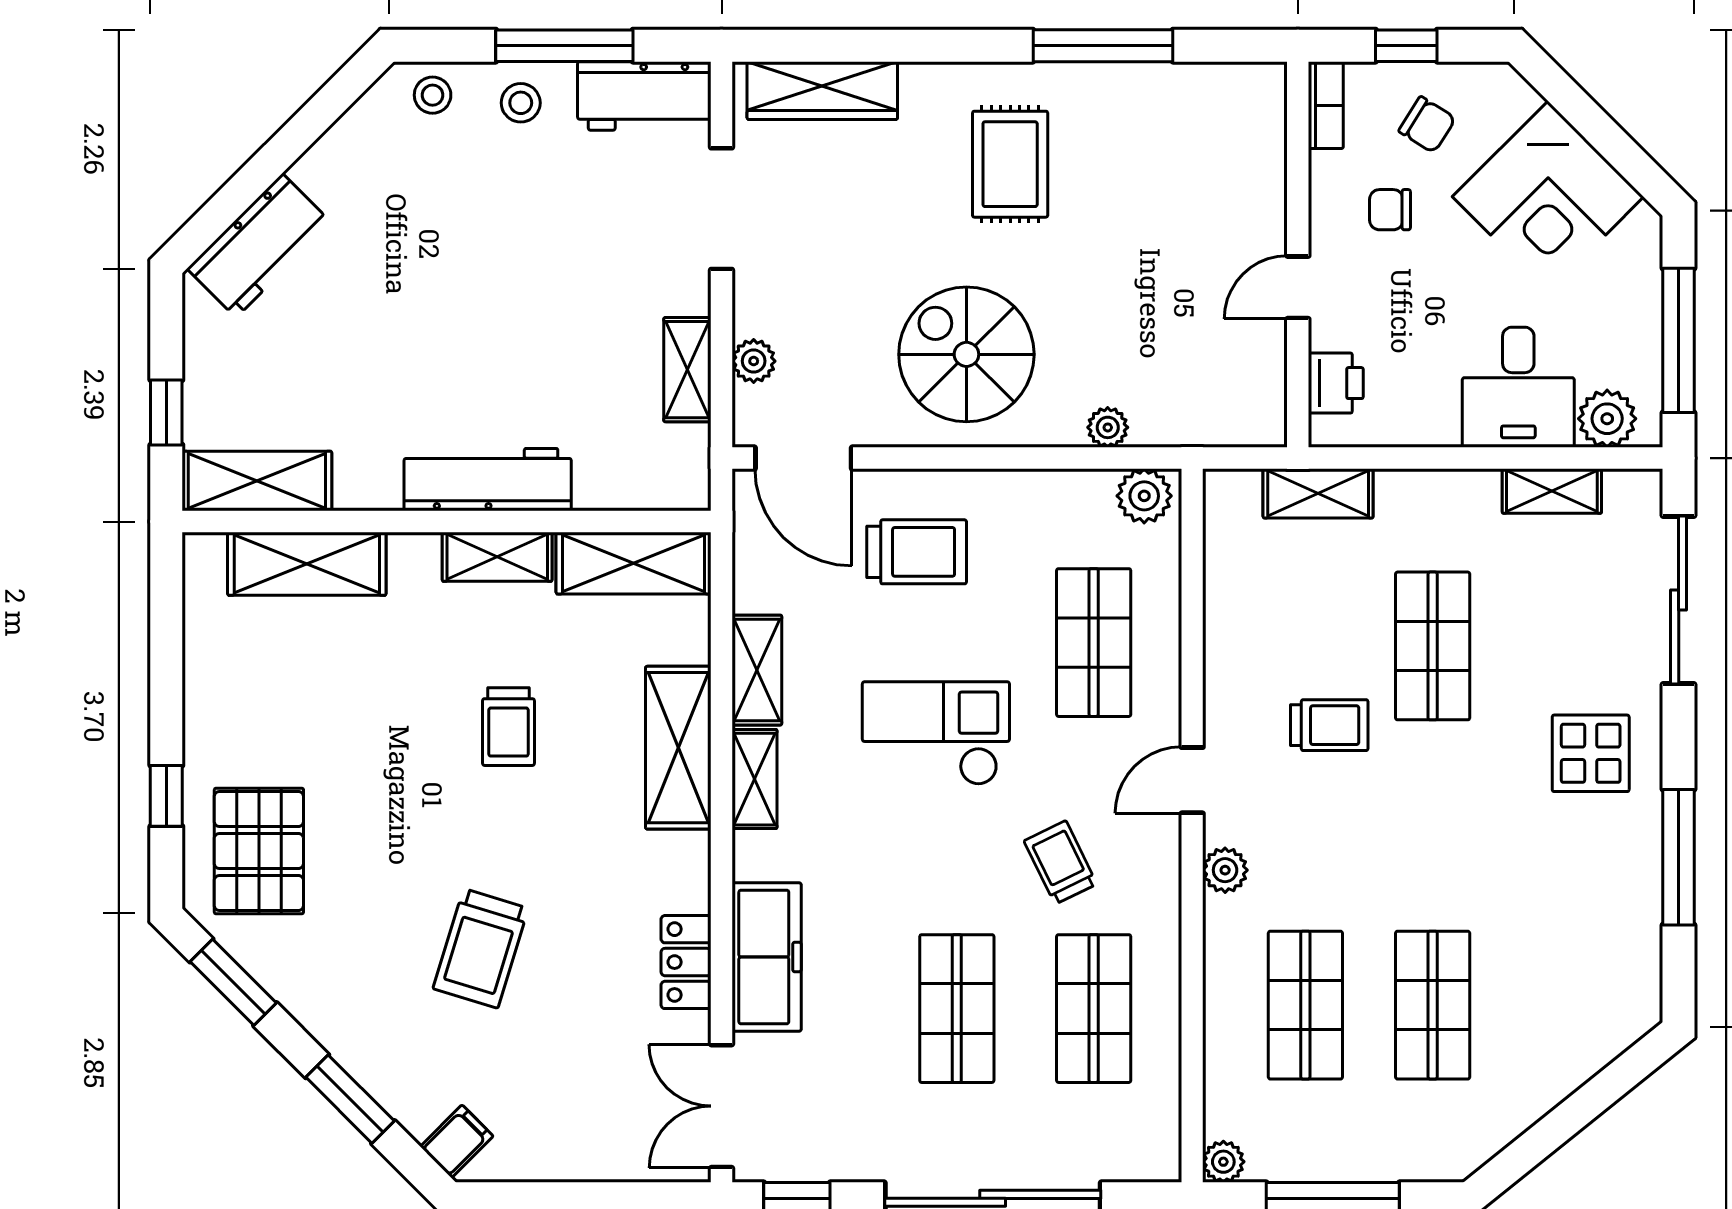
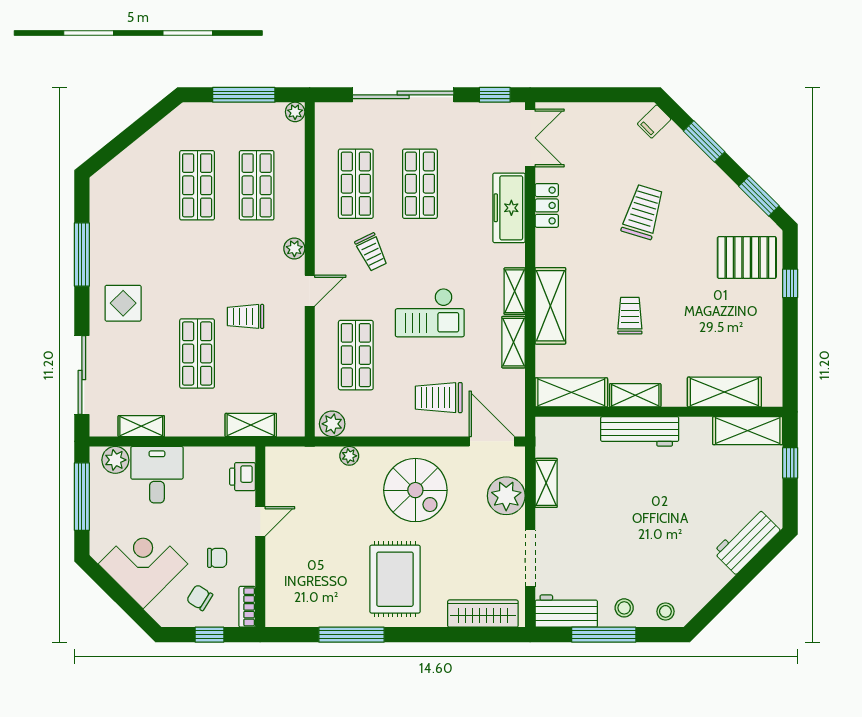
rug: (1010, 164) -> (395, 579), width x1.36, depth x1.43
plant: (754, 361) -> (506, 496), width x1.87, depth x1.87
pallet: (259, 851) -> (747, 257), turned 90

